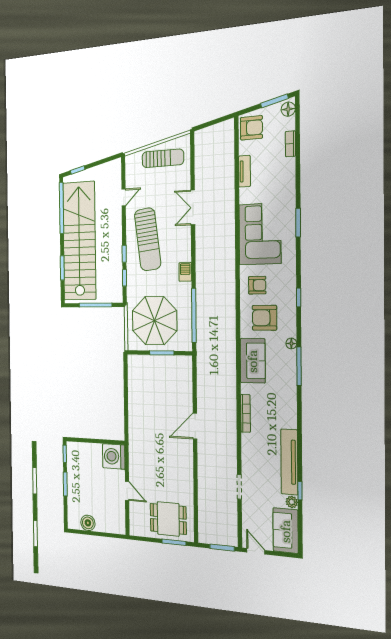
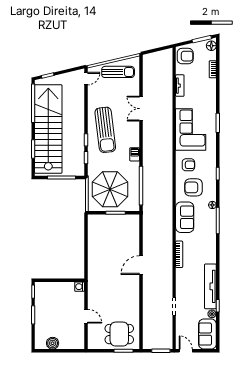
door: (124, 197) -> (86, 79), moved
washing machine: (114, 456) -> (80, 287), width x0.53, depth x0.53

